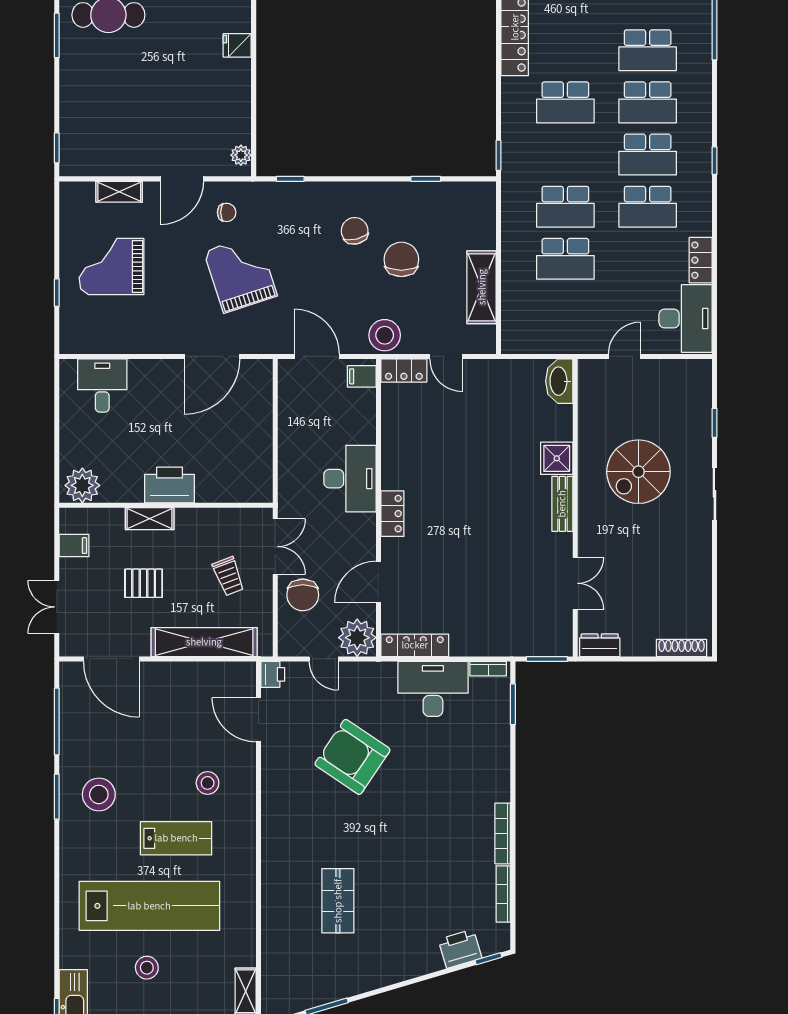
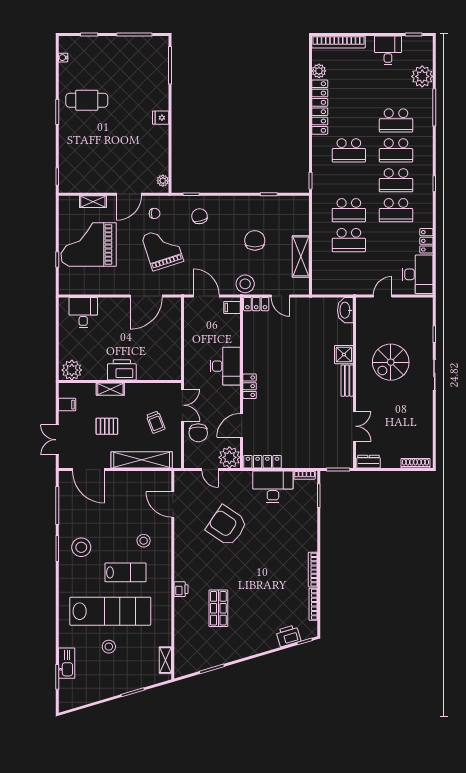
chair: (355, 231) -> (200, 216), moved
grand piano: (112, 267) -> (89, 244), width x1.37, depth x1.48
printer: (273, 674) -> (181, 589), moved

